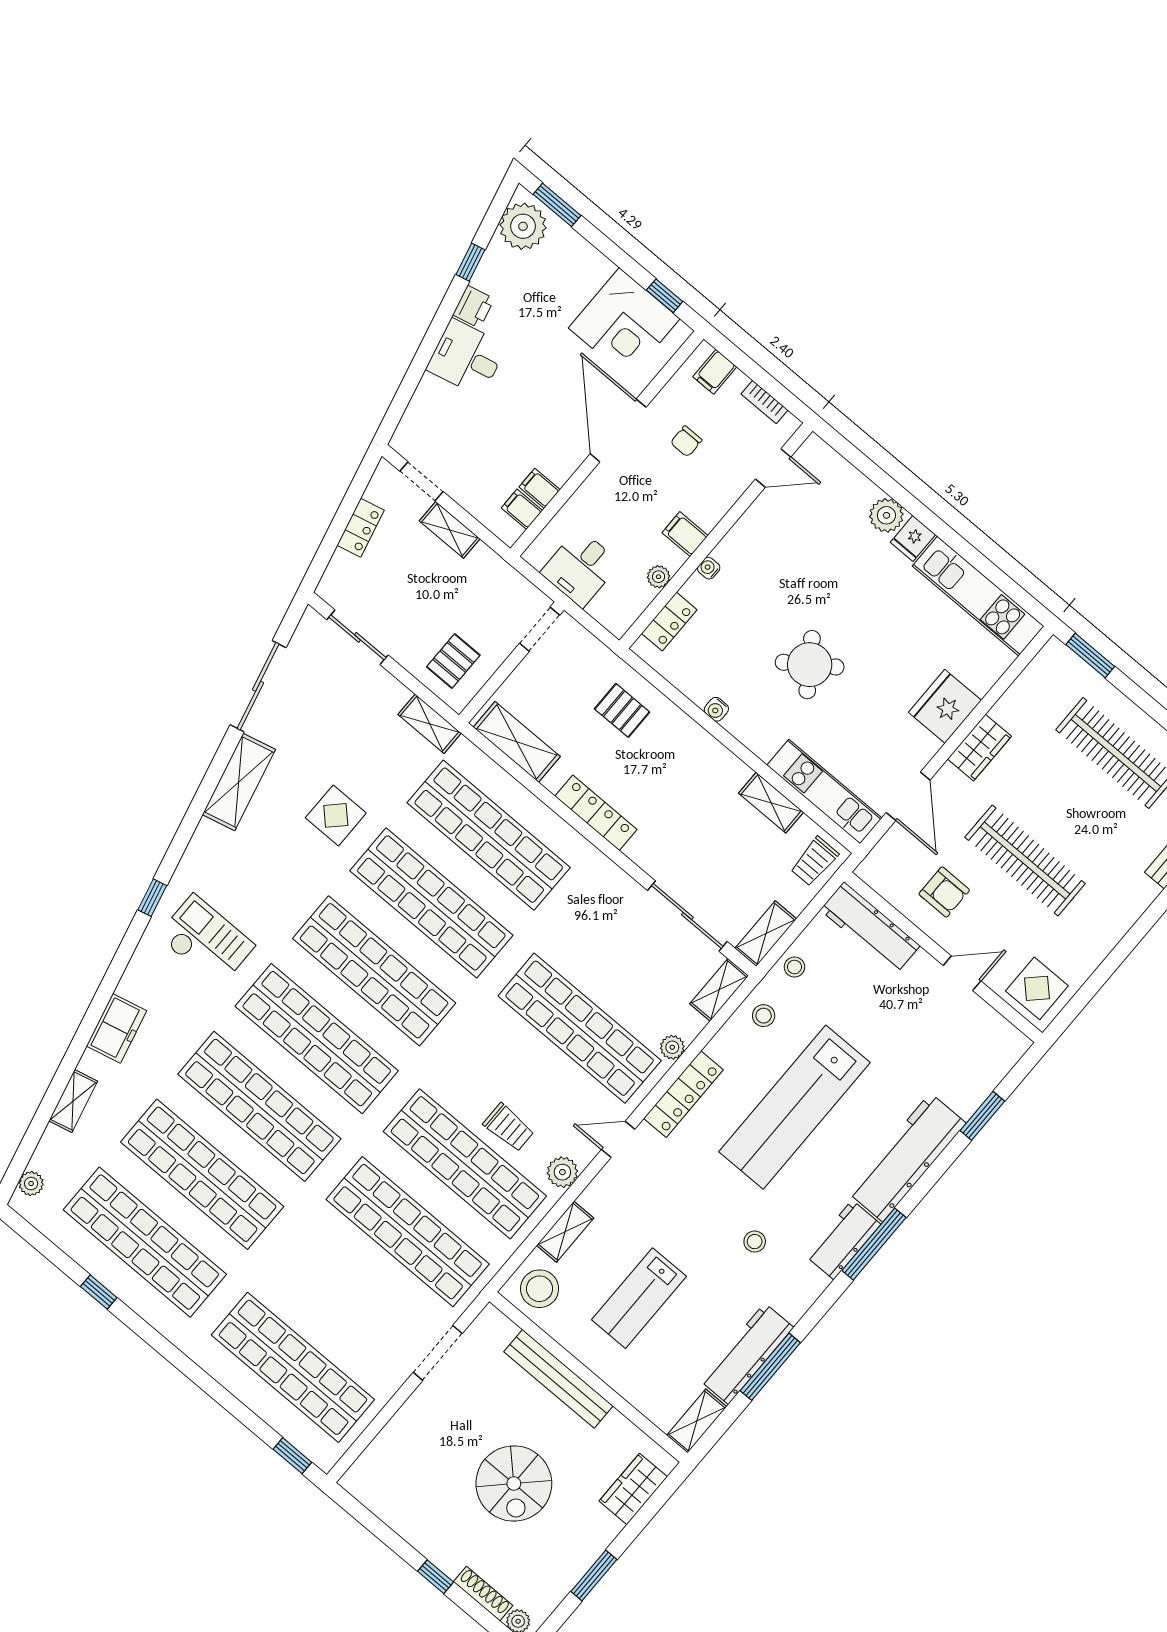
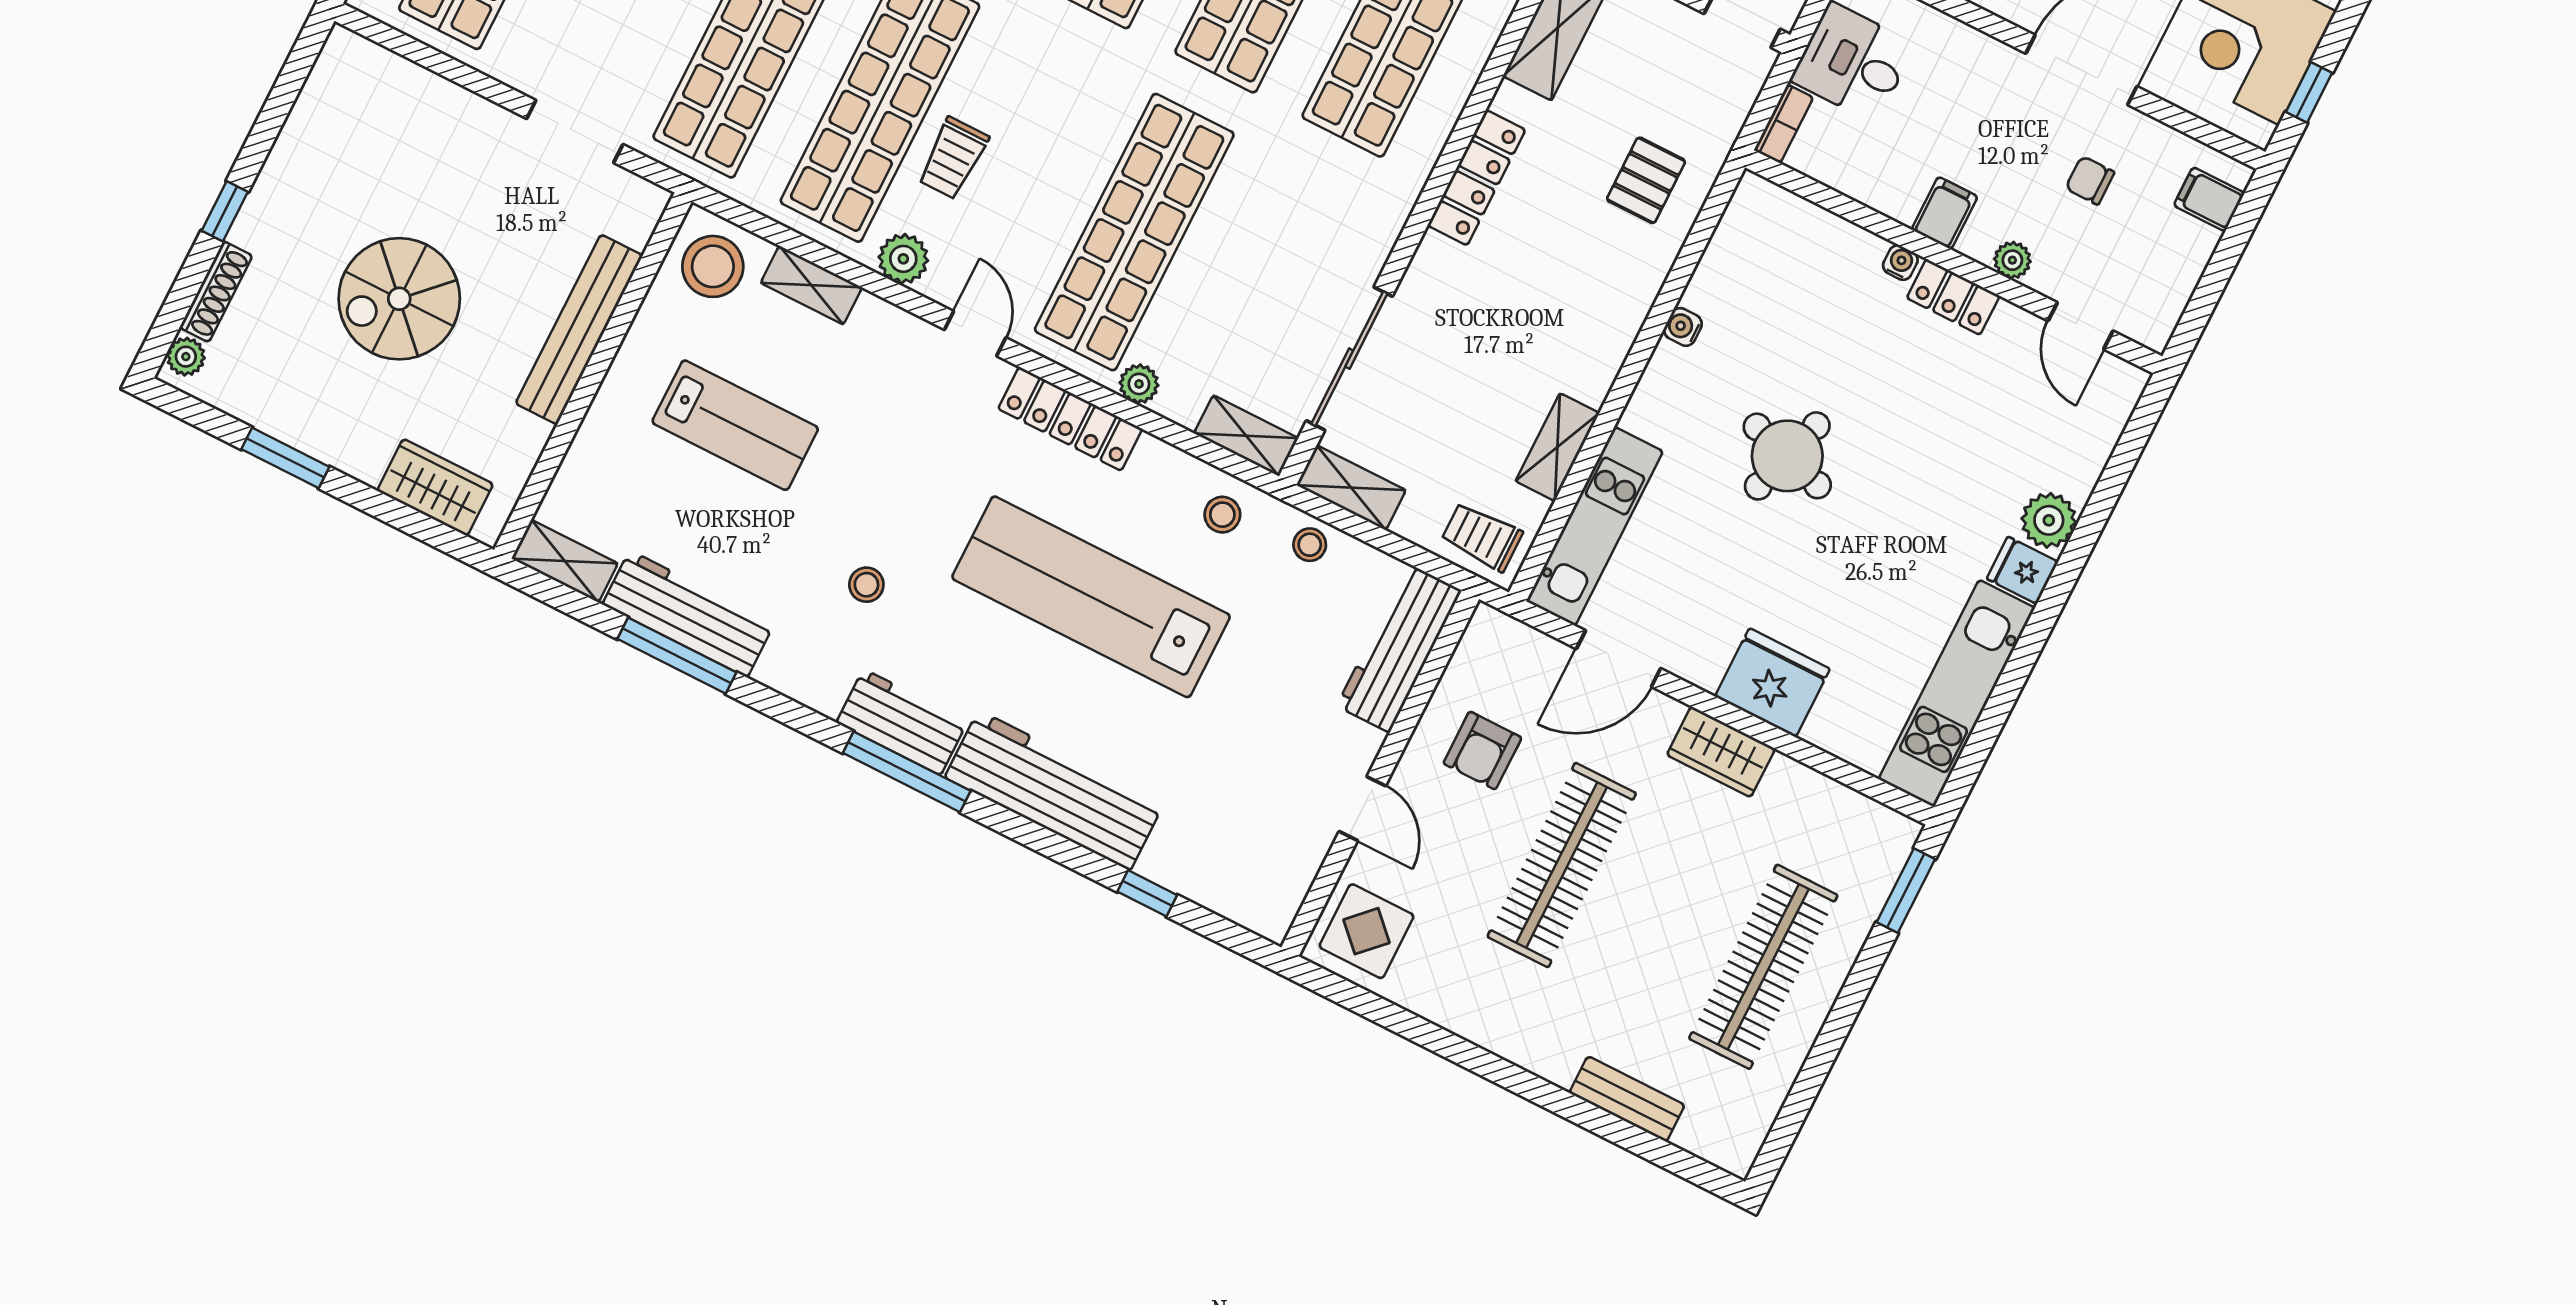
bookcase: (764, 402) -> (1784, 124), moved, turned 180
plant: (659, 577) -> (2012, 260), moved
locker: (669, 621) -> (1953, 297), moved
round table: (810, 665) -> (1787, 456), turned -38
window: (982, 1116) -> (1147, 893), width x0.67
lab bench: (639, 1298) -> (735, 425), turned 180

